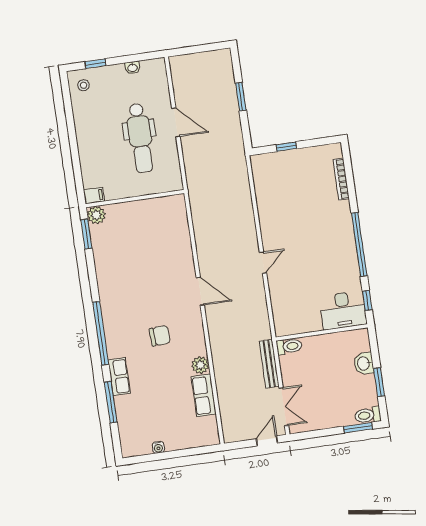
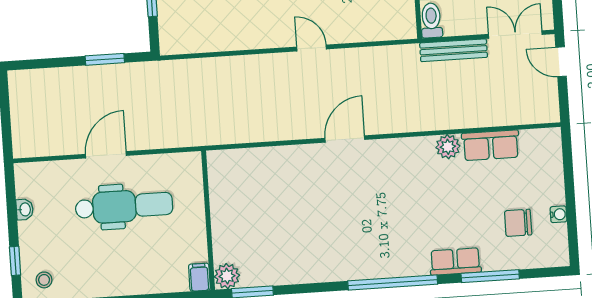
window: (241, 97) -> (105, 59), moved
chair: (160, 336) -> (518, 223), moved, turned -87

